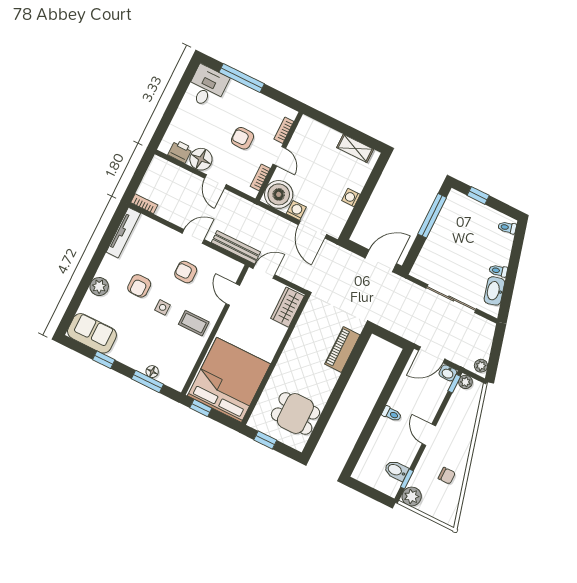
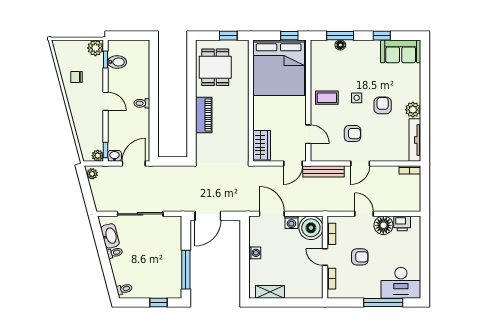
desk: (207, 87) -> (401, 283), width x1.37
plant: (99, 287) -> (413, 110), moved
piano: (342, 350) -> (204, 115), moved
dining table: (295, 414) -> (215, 67), turned 90

